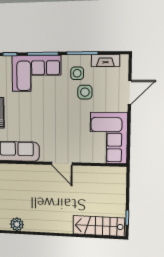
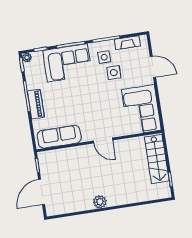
door: (130, 92) -> (153, 67), hinge flipped
plant: (17, 224) -> (100, 202), moved
stairs: (99, 226) -> (157, 159), moved, turned -90

